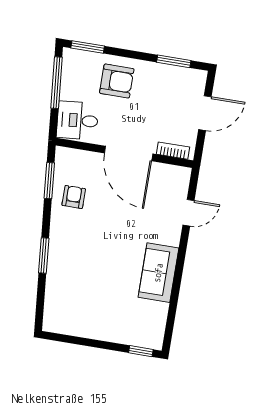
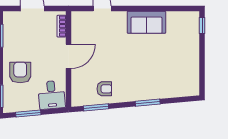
window: (56, 83) -> (28, 113), width x0.69
door: (129, 154) -> (68, 56), width x0.73
armchair: (74, 197) -> (104, 89), turned 180

